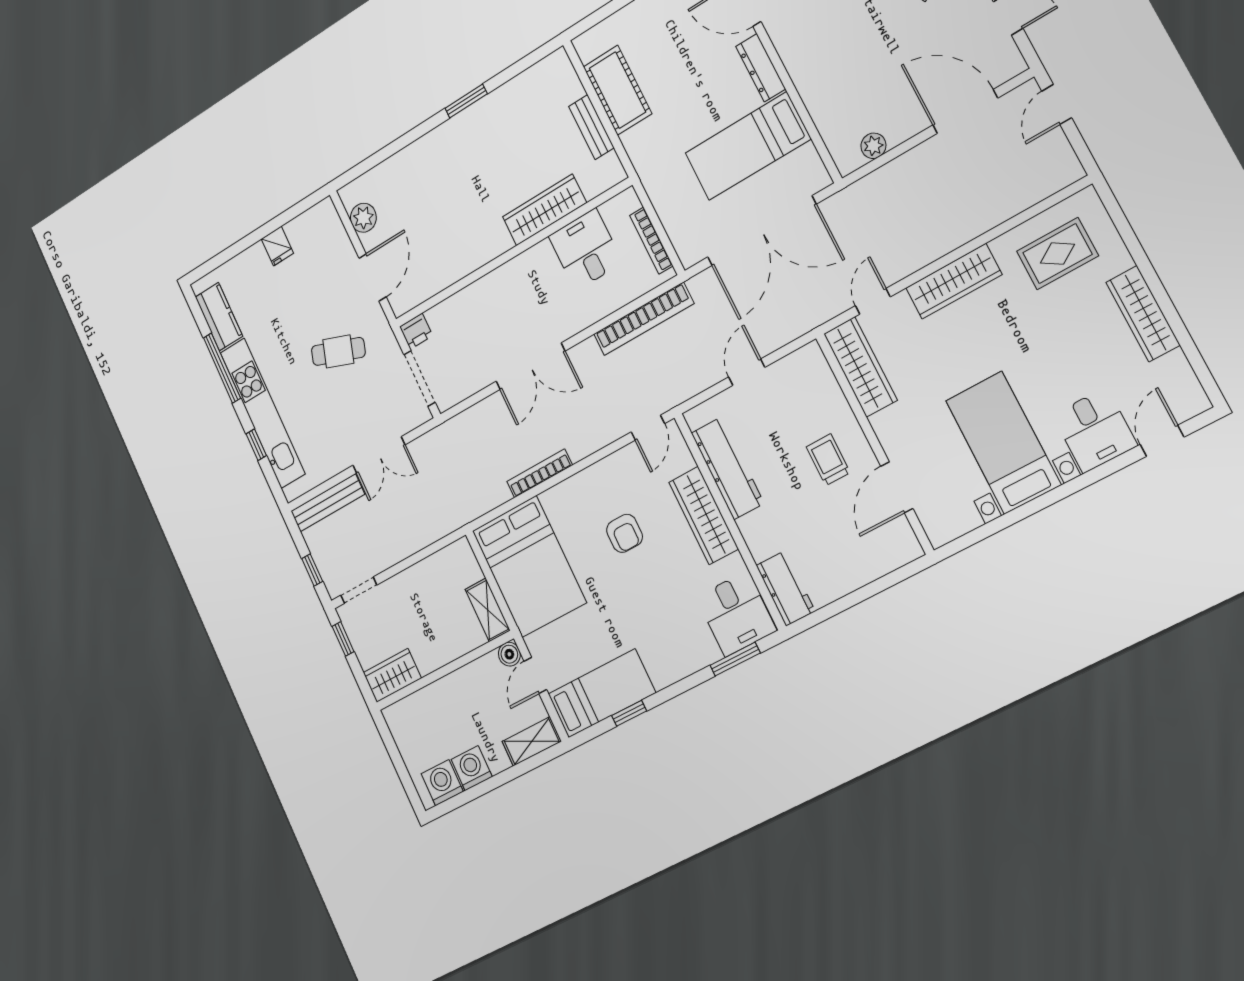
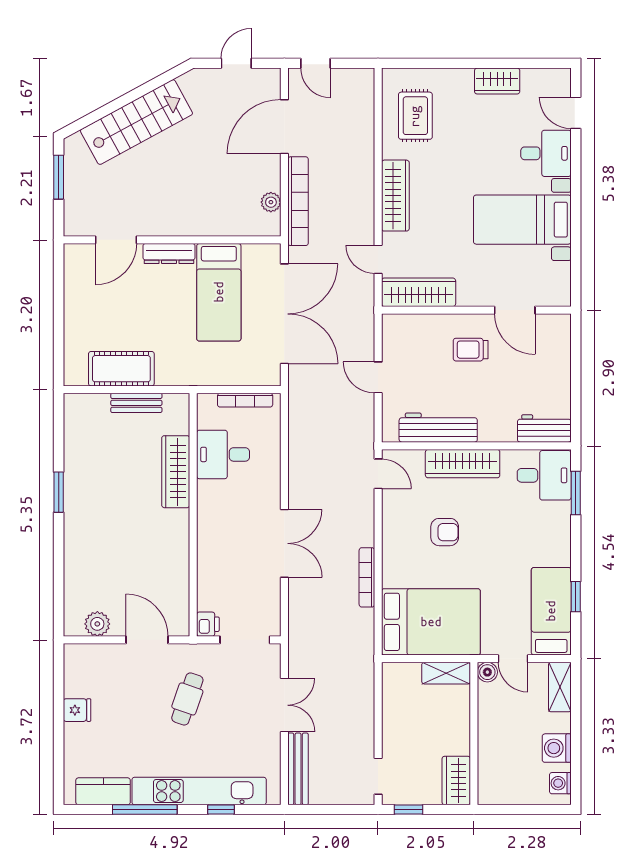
wardrobe: (1143, 314) -> (497, 81), width x0.67
bookcase: (644, 319) -> (298, 201), moved
window: (312, 570) -> (343, 810), removed
washing machine: (442, 783) -> (560, 783), width x0.73, depth x0.73

